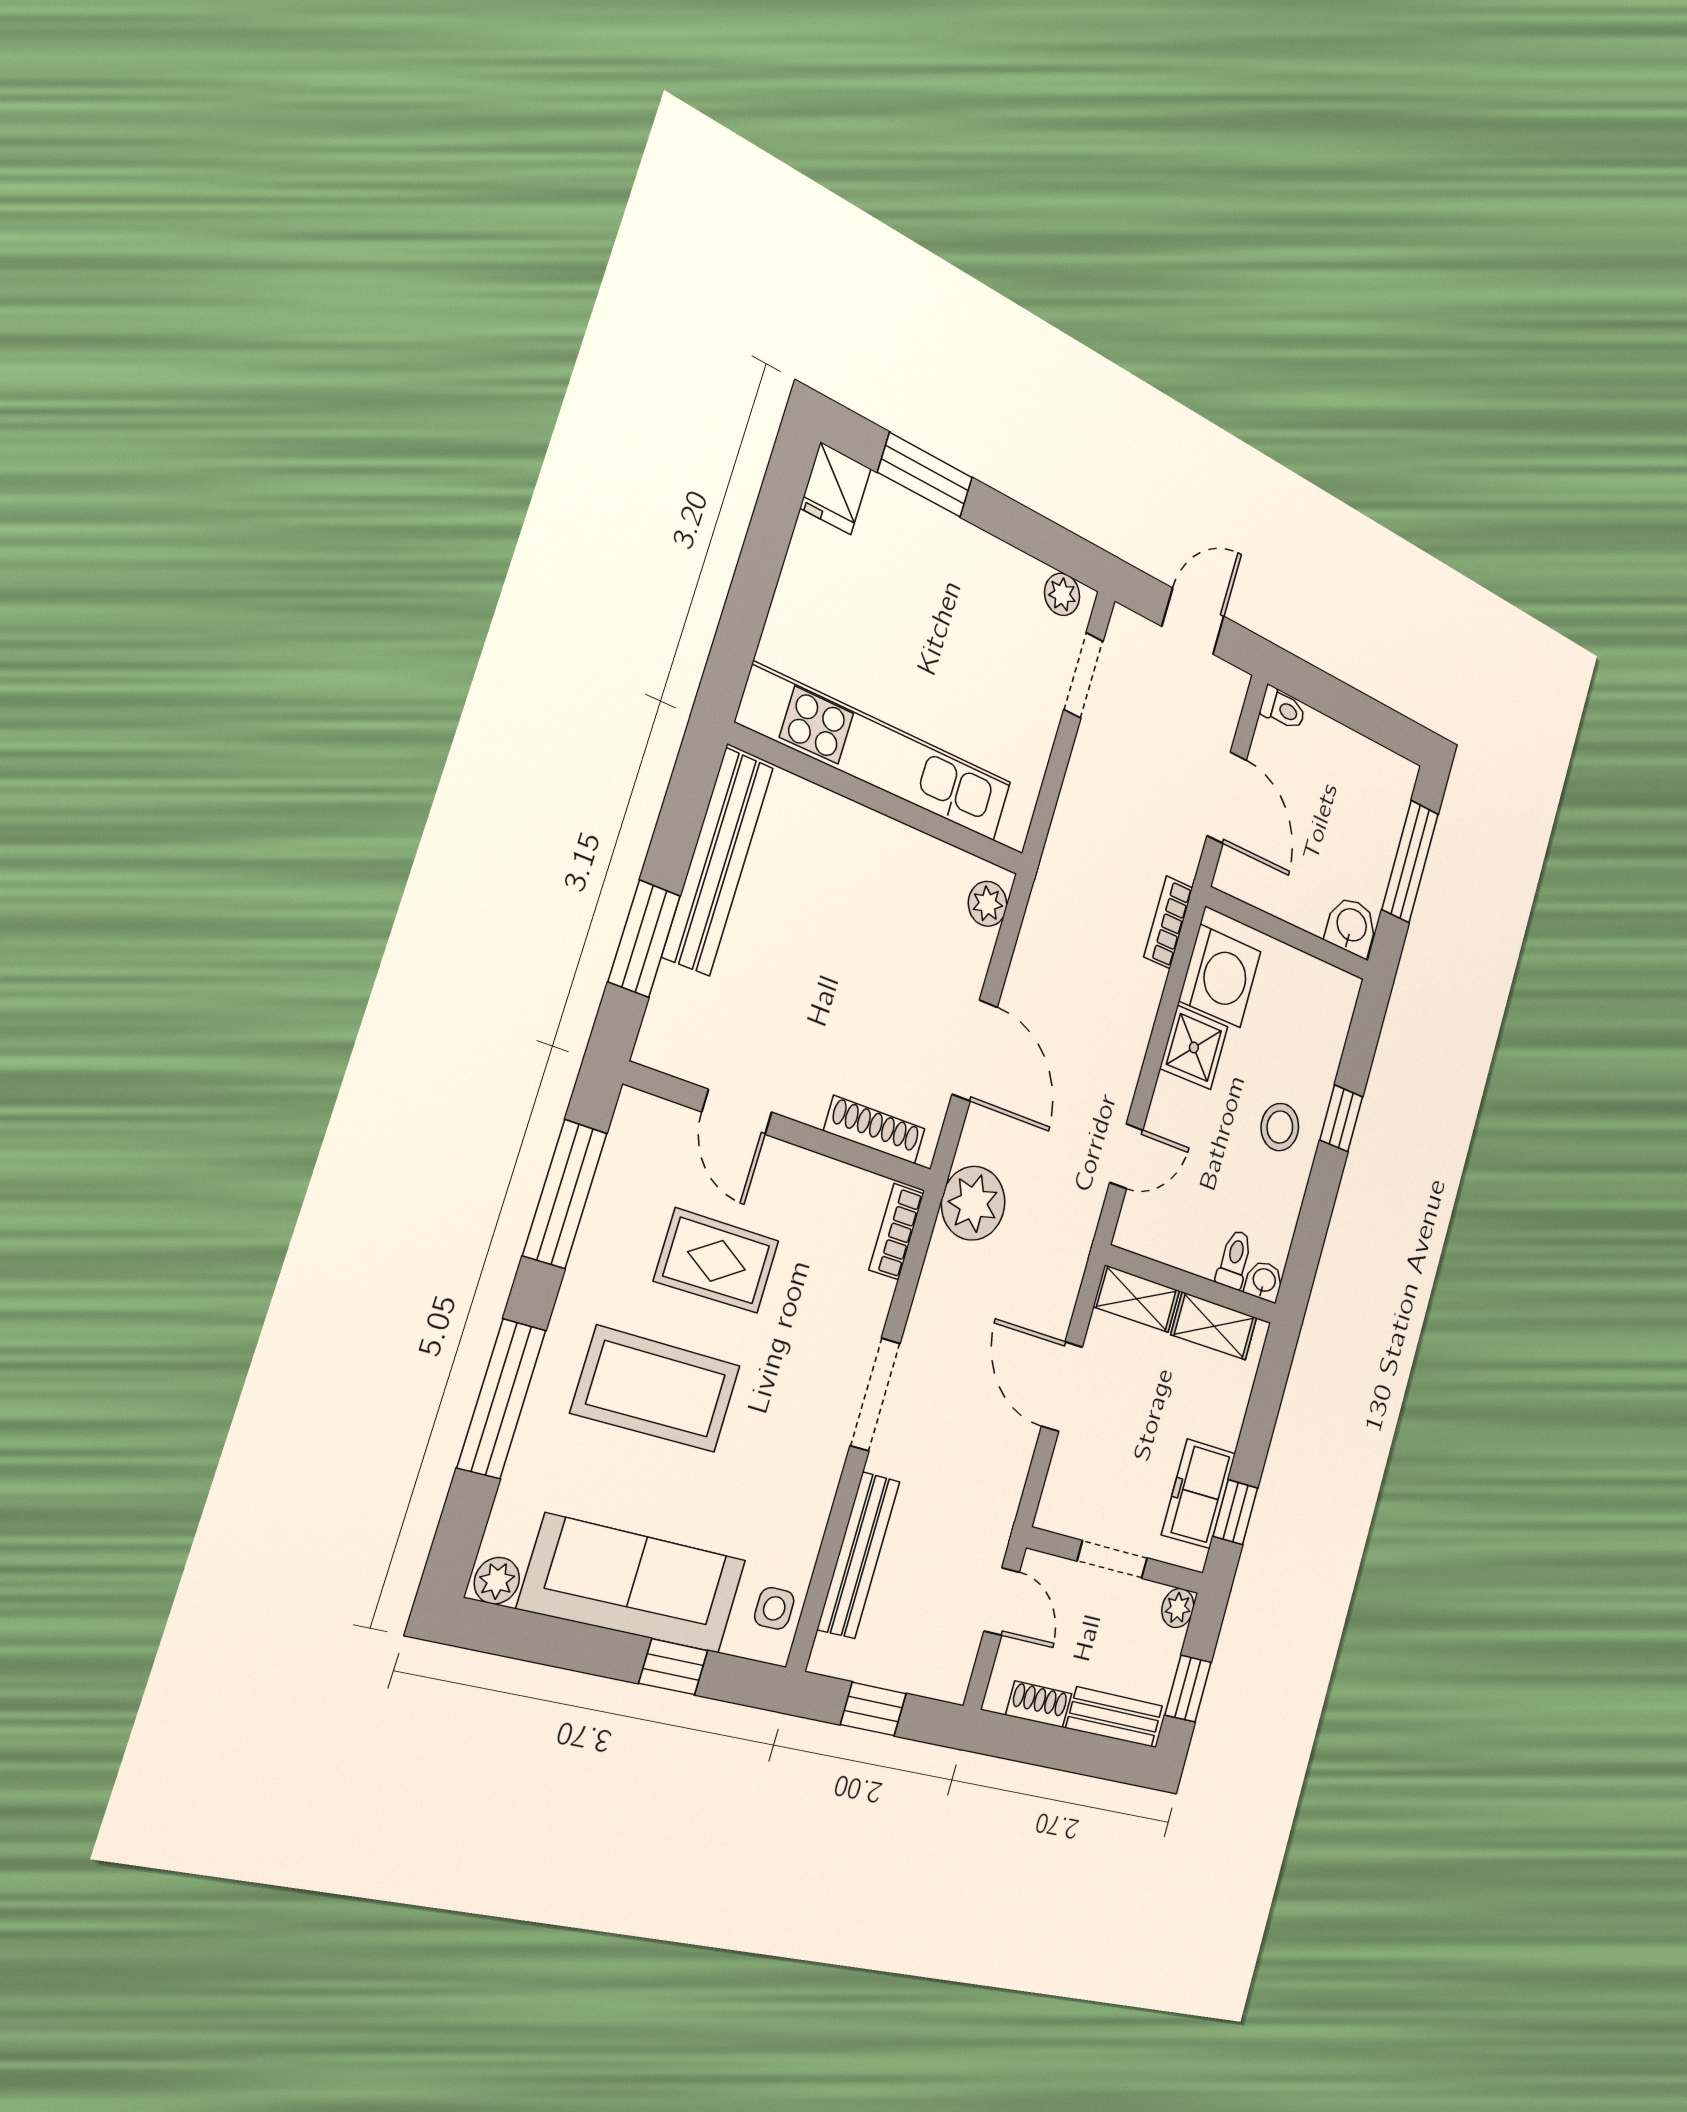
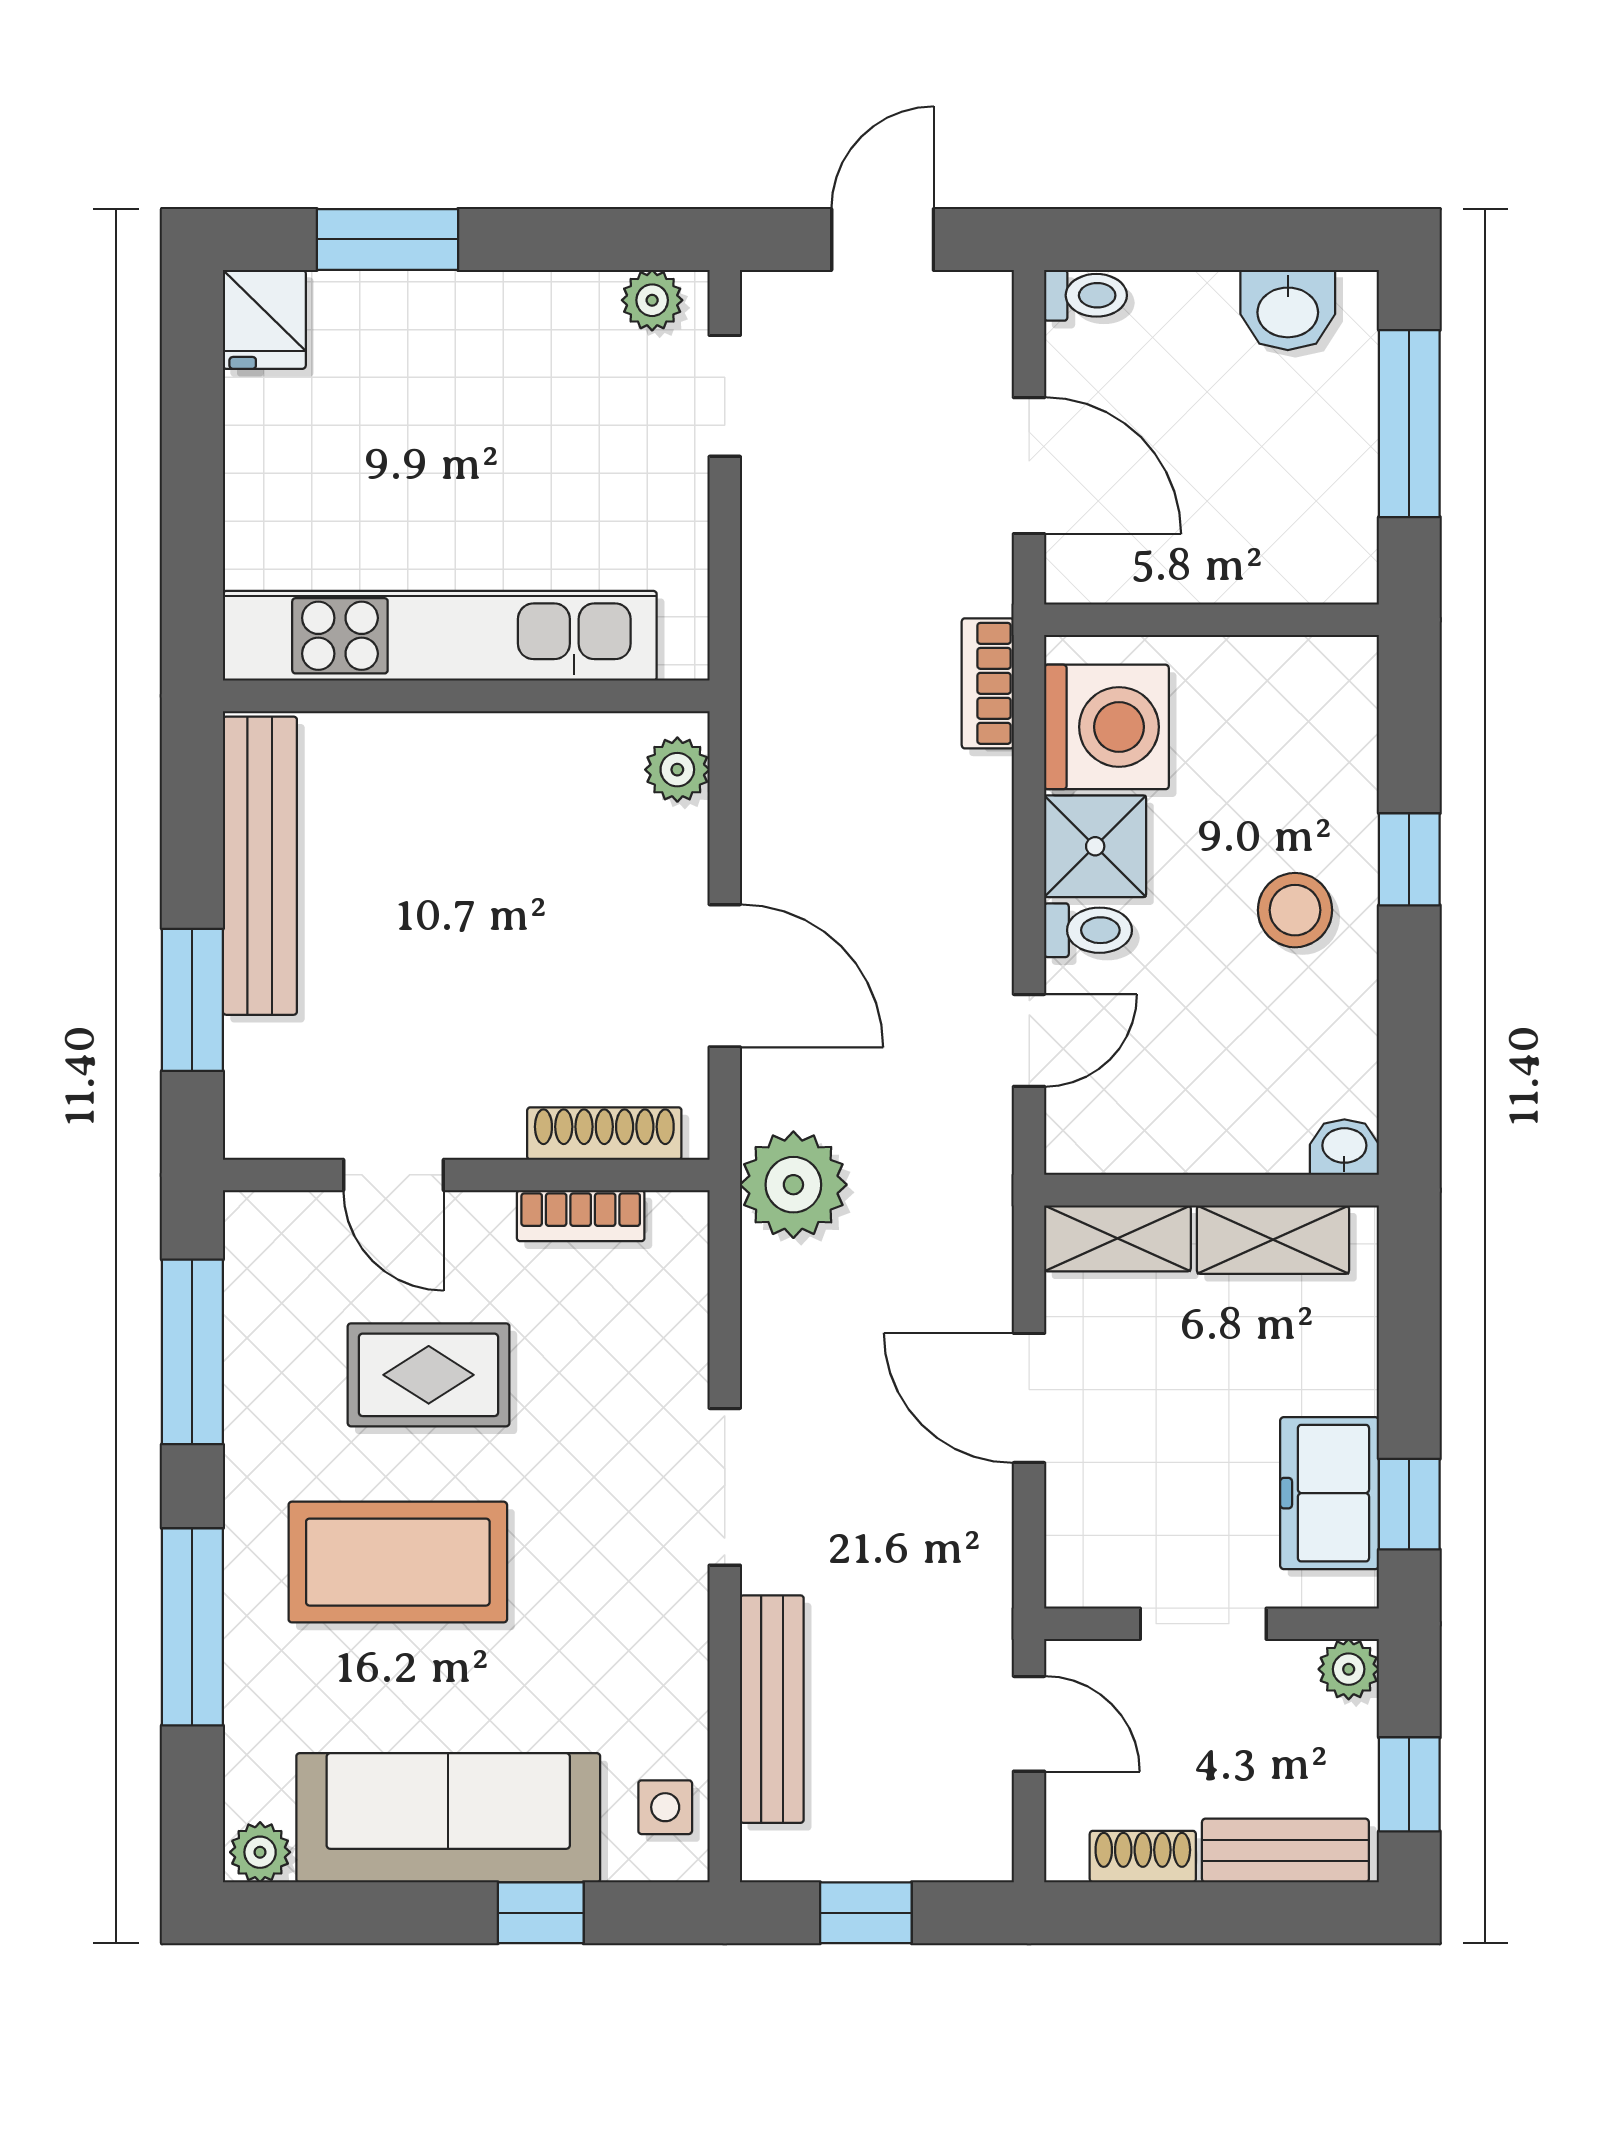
washbasin: (1351, 926) -> (1288, 310), moved, turned 180
bookcase: (896, 1232) -> (581, 1216), moved, turned -90
toilet: (1234, 1259) -> (1088, 930), moved, turned 90

